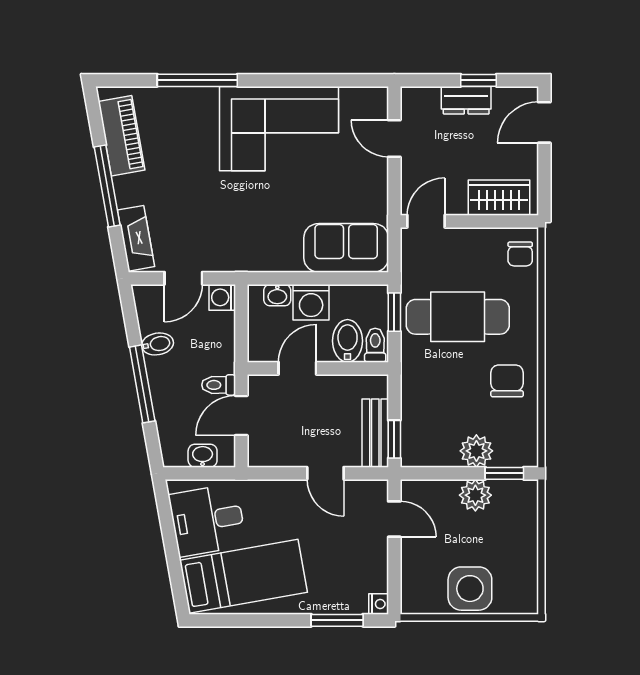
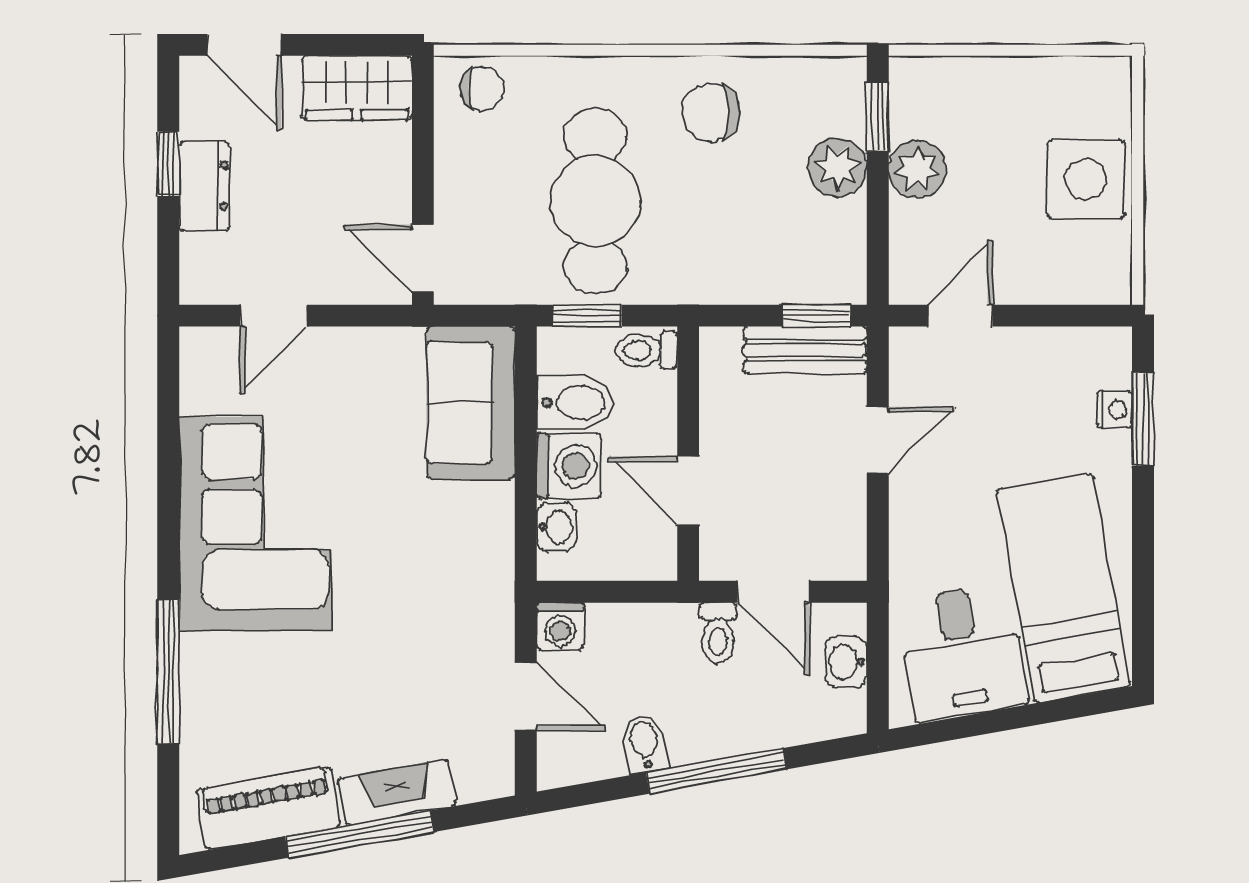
wardrobe: (499, 198) -> (357, 88), moved, turned -90
fireplace: (136, 238) -> (397, 792), moved
bidet: (348, 341) -> (575, 403), moved, turned 180
nightstand: (379, 604) -> (1115, 410), moved, turned 90

